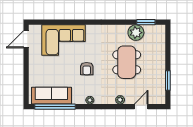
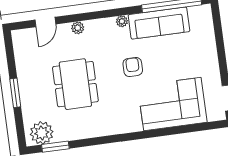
plant: (136, 33) -> (42, 133), moved
window: (168, 81) -> (15, 93), moved
sofa: (51, 96) -> (159, 23), moved

